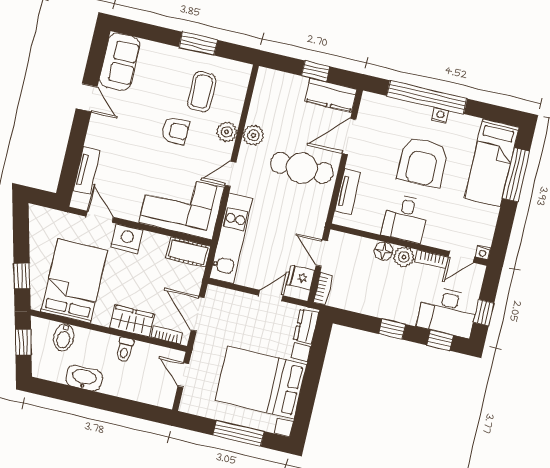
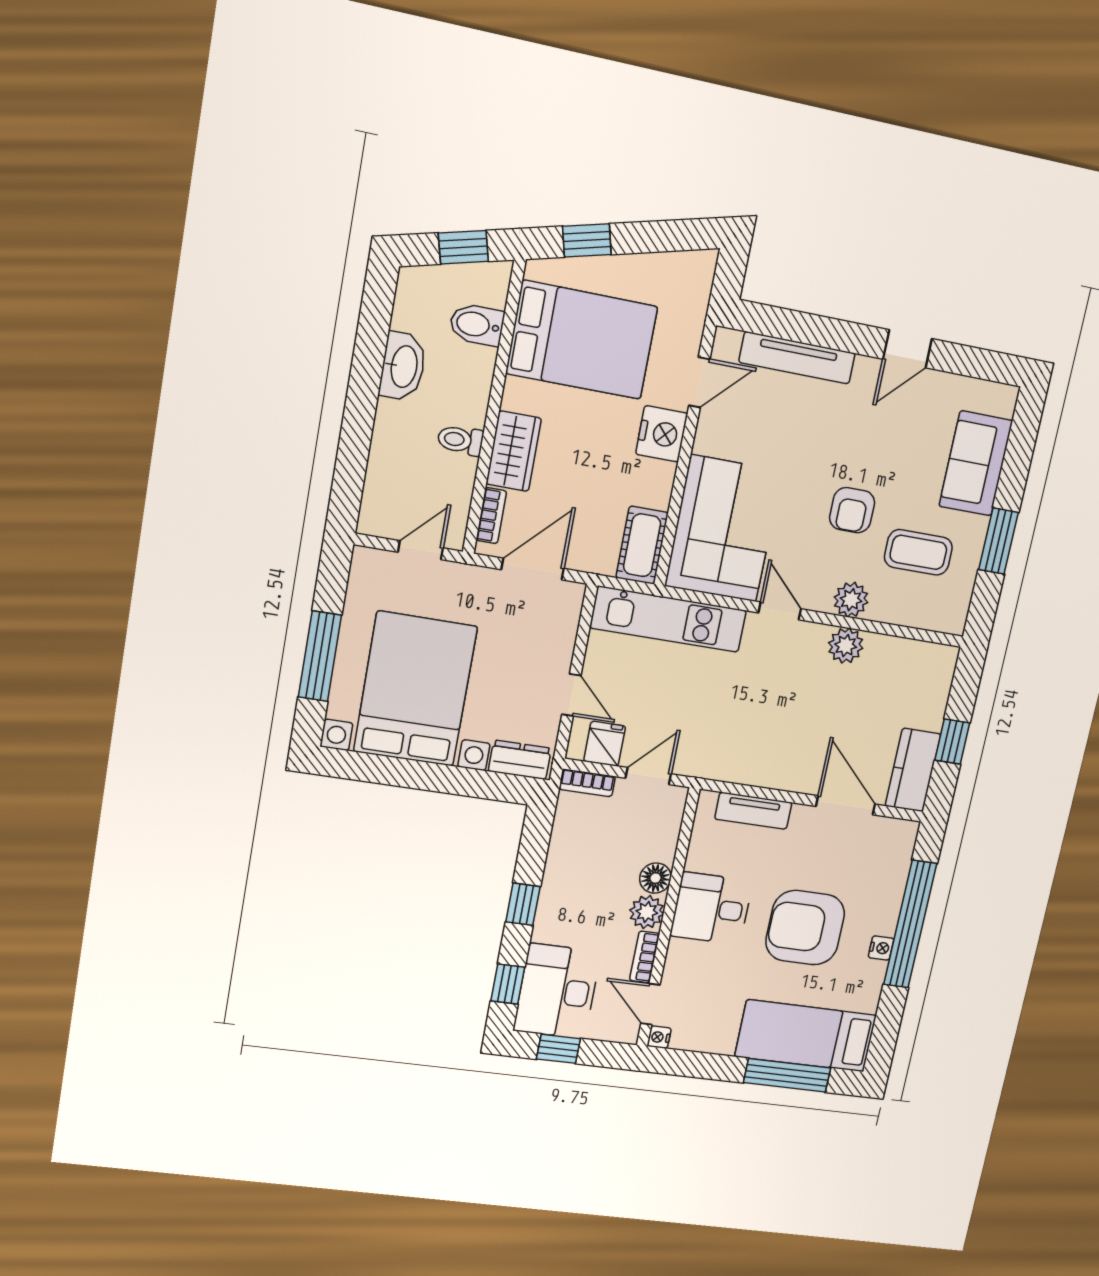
sofa: (120, 62) -> (976, 463), moved, turned 90
cafe table: (302, 168) -> (792, 731), removed
tv unit: (87, 170) -> (797, 358), width x1.41

